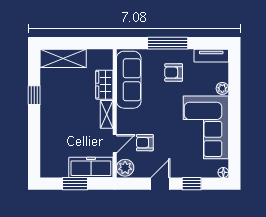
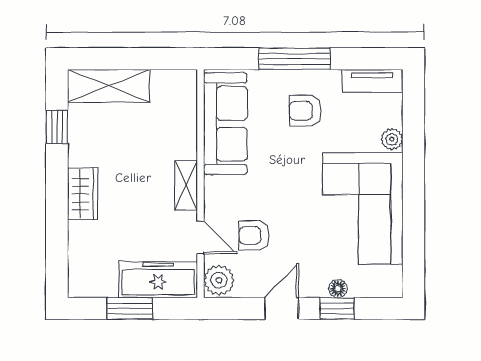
wardrobe: (104, 85) -> (83, 194), moved, turned 180
window: (34, 95) -> (57, 127), moved
door: (115, 144) -> (200, 238), hinge flipped
floor lamp: (223, 172) -> (338, 289), moved

